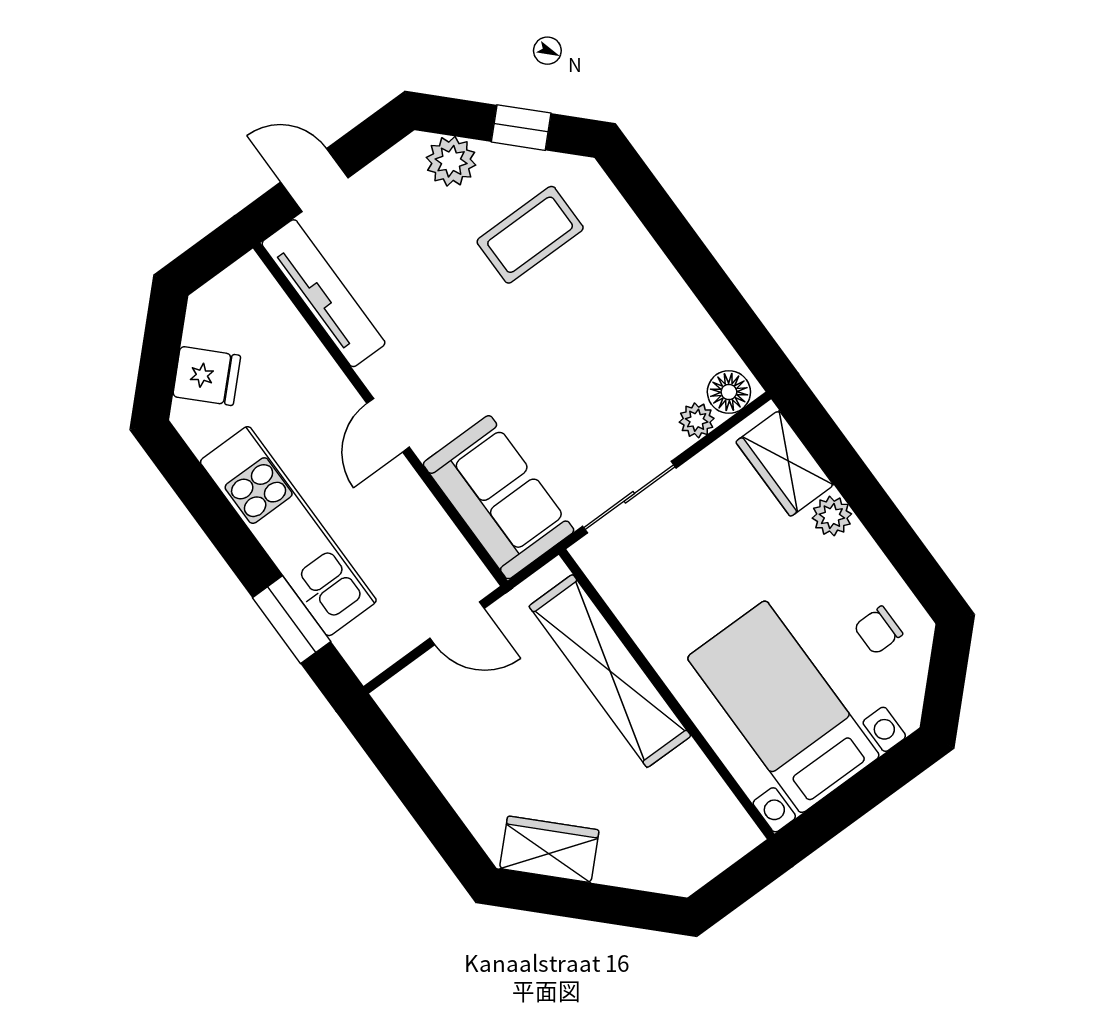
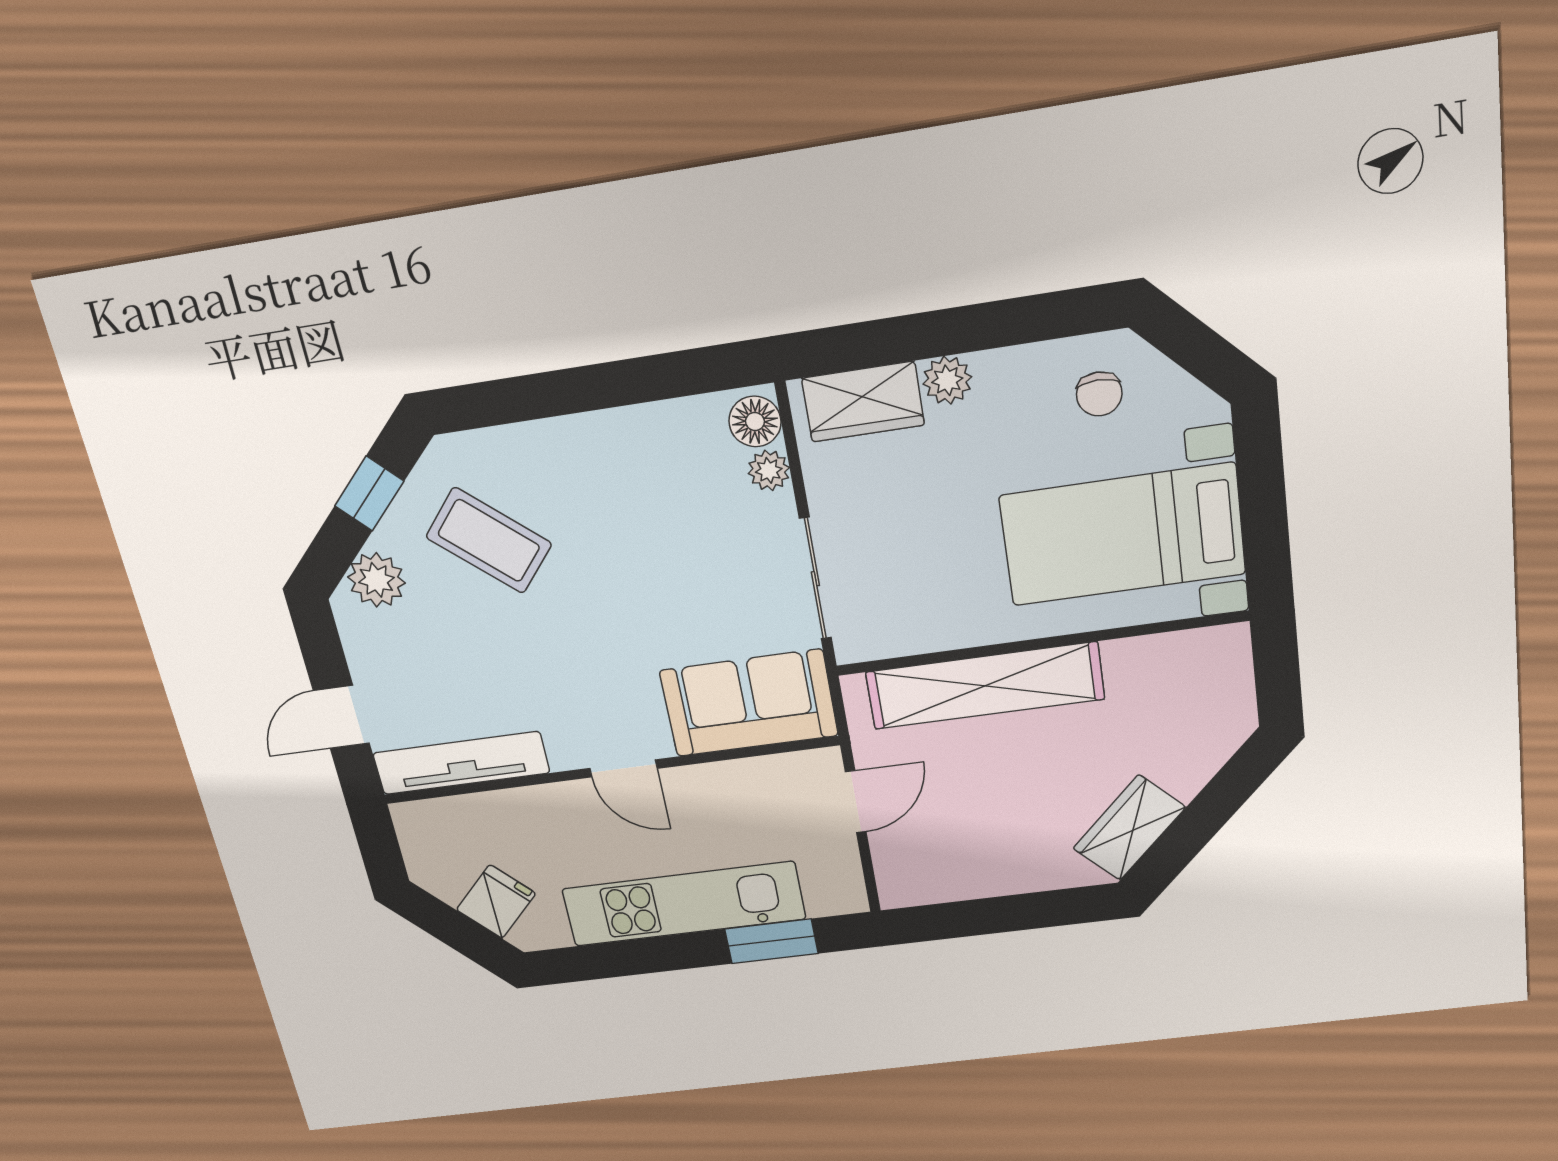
coffee table: (530, 235) -> (489, 541), turned -49

